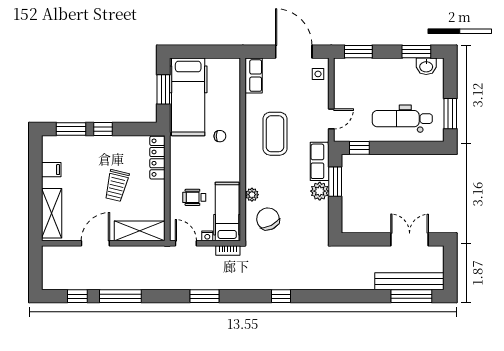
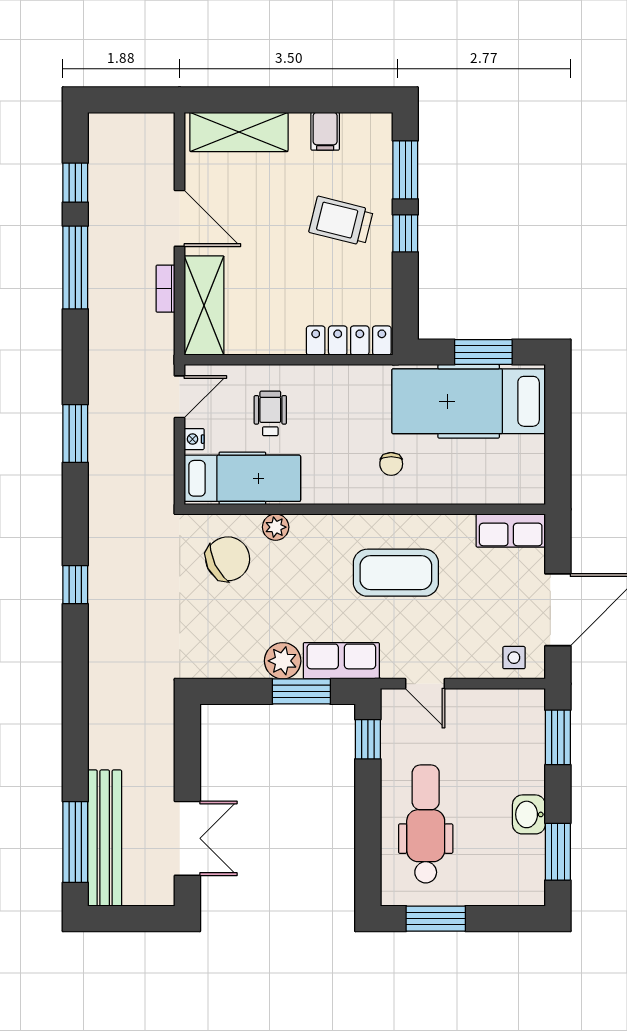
washbasin: (426, 66) -> (529, 814), moved
trolley: (117, 186) -> (341, 221), moved
bookcase: (228, 250) -> (165, 289), moved

